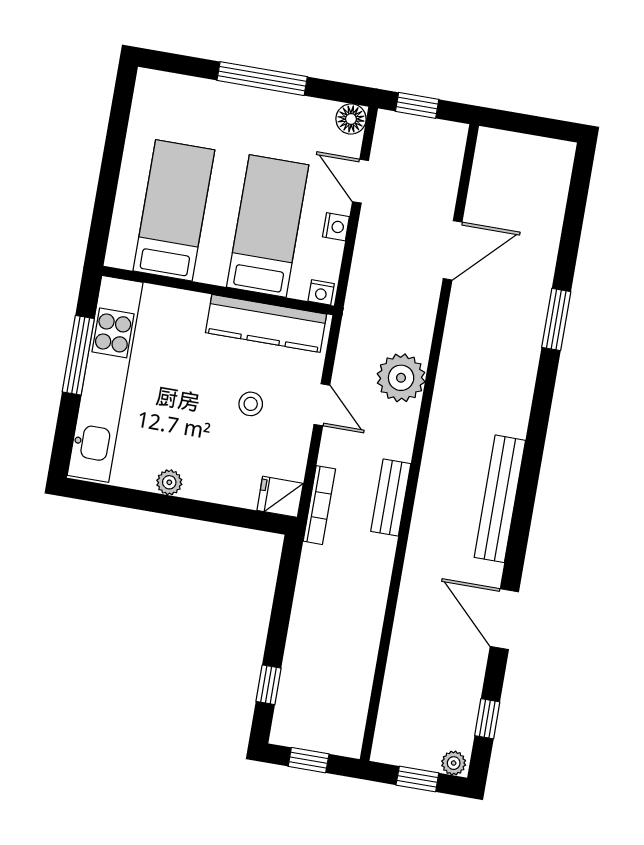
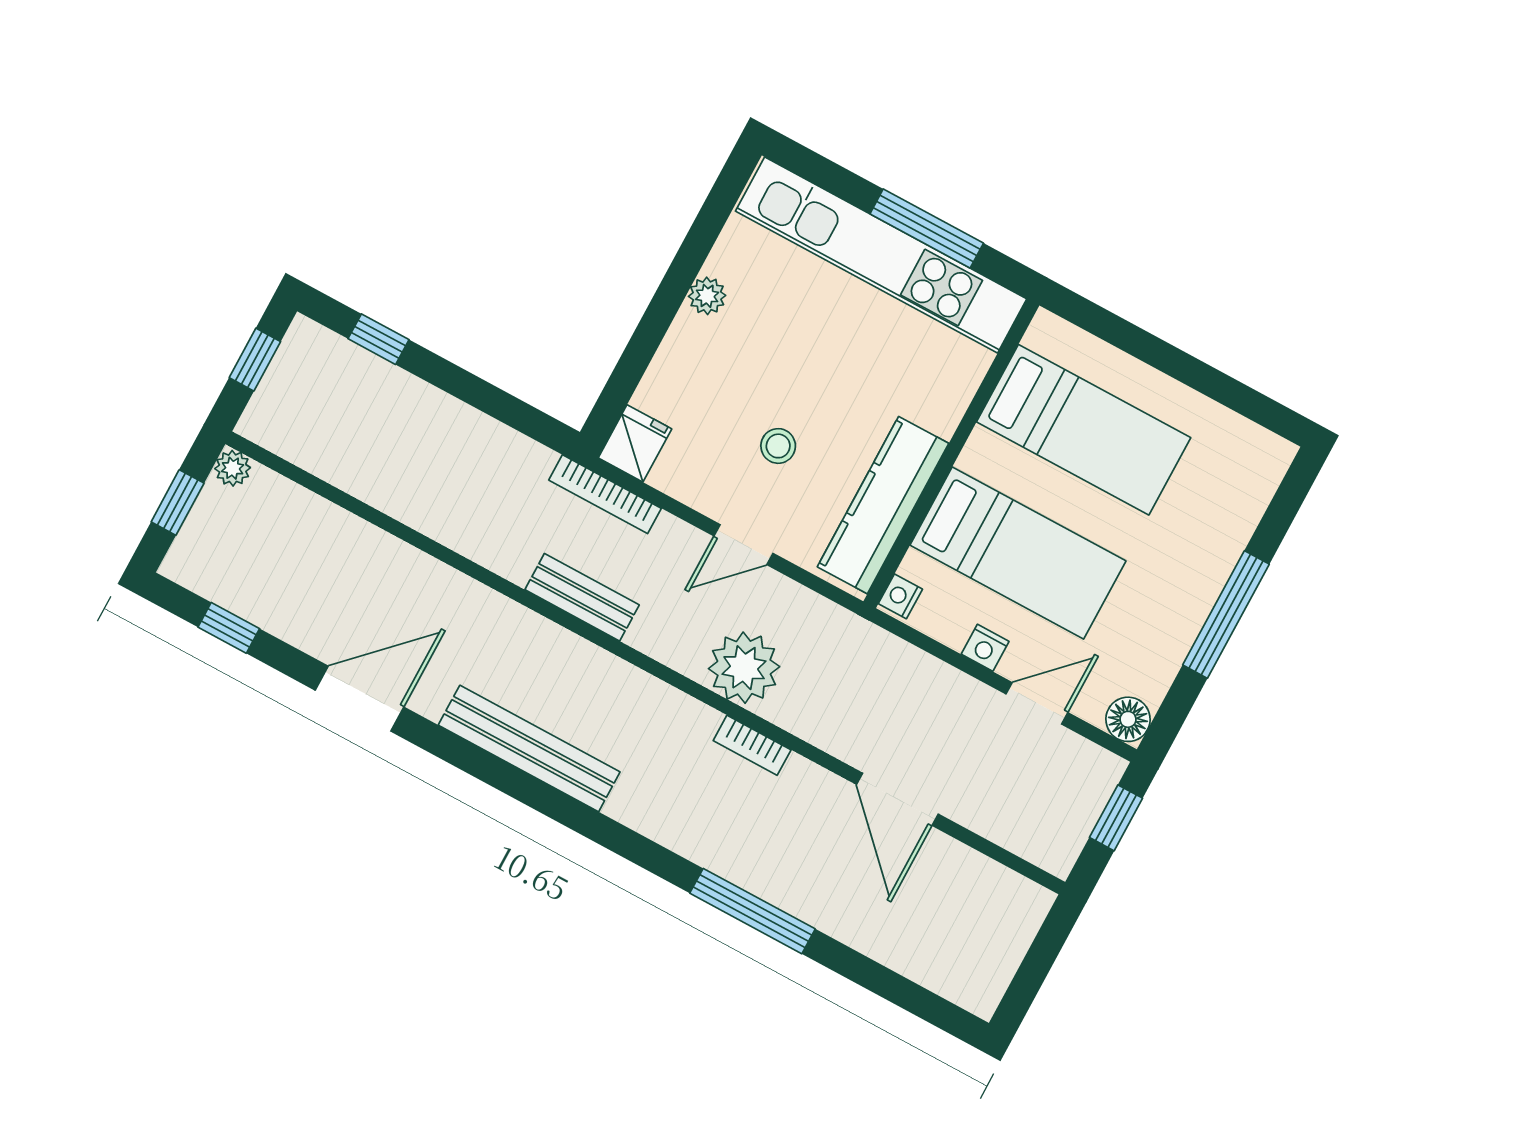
window: (556, 319) -> (752, 911), width x1.44
bookcase: (449, 356) -> (752, 745), added
plant: (454, 763) -> (233, 468), moved

